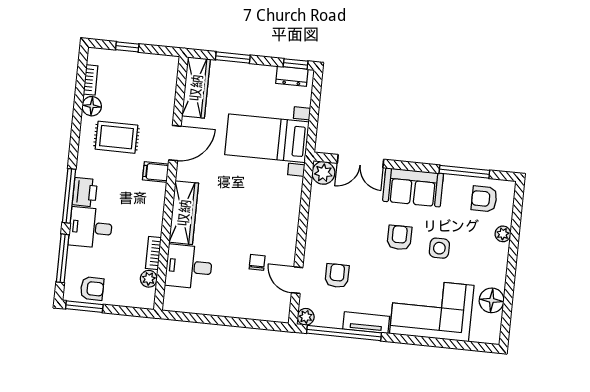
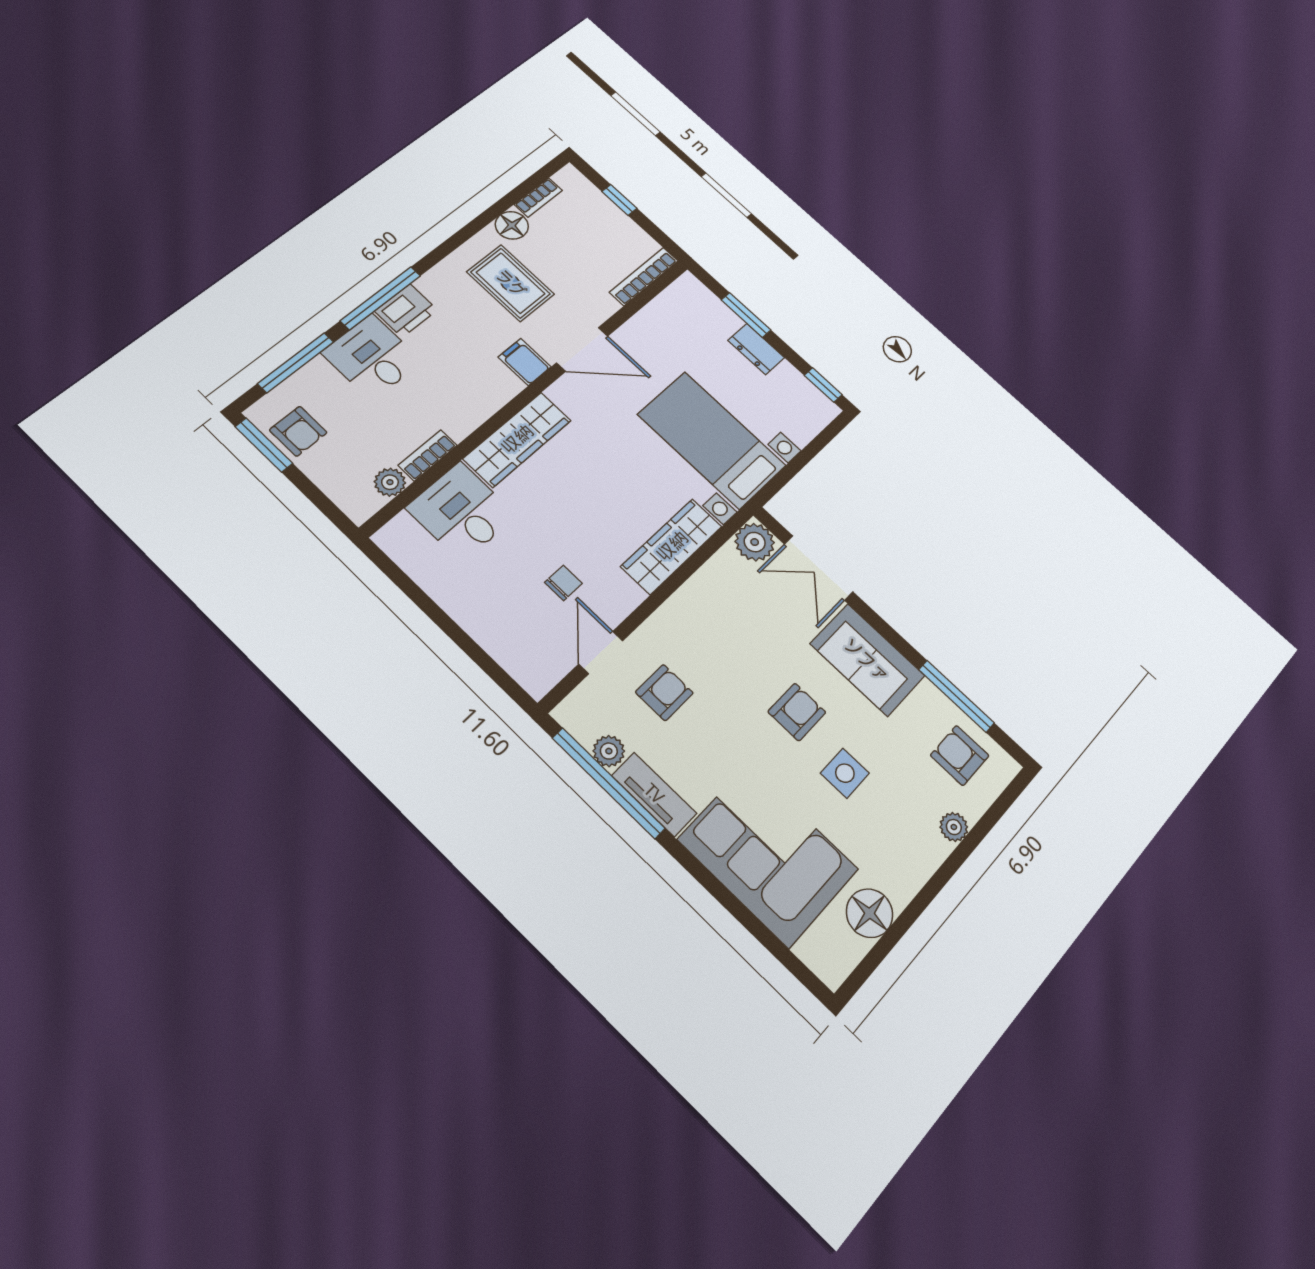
dresser: (292, 76) -> (756, 349), moved
bookcase: (171, 79) -> (644, 276), added
wardrobe: (196, 88) -> (672, 546), moved, turned 180
plant: (306, 317) -> (609, 751), moved

